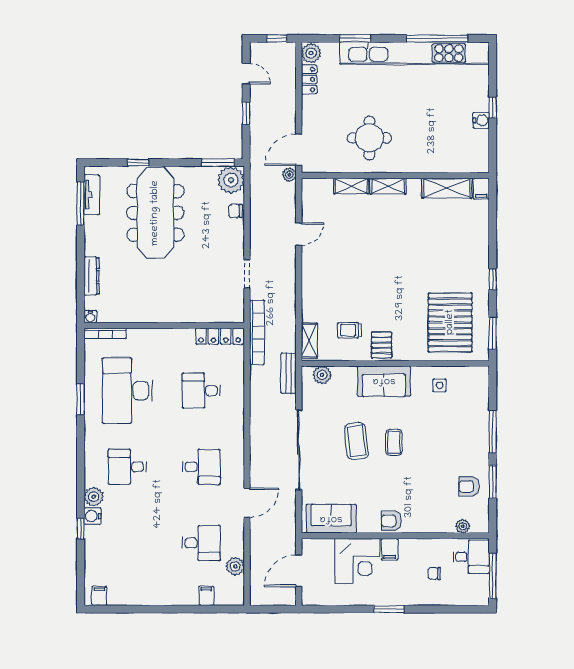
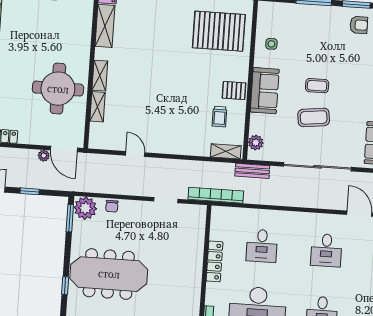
round table: (369, 138) -> (58, 89), width x1.36, depth x1.36
plant: (289, 175) -> (44, 156), moved
locker: (220, 336) -> (215, 261), moved
desk: (201, 467) -> (326, 250), turned 180
armchair: (469, 487) -> (359, 25), turned -90

